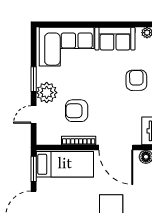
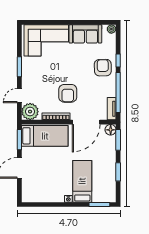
plant: (47, 93) -> (30, 112), moved
armchair: (77, 111) -> (68, 93), moved, turned -90
door: (116, 147) -> (86, 122), hinge flipped

